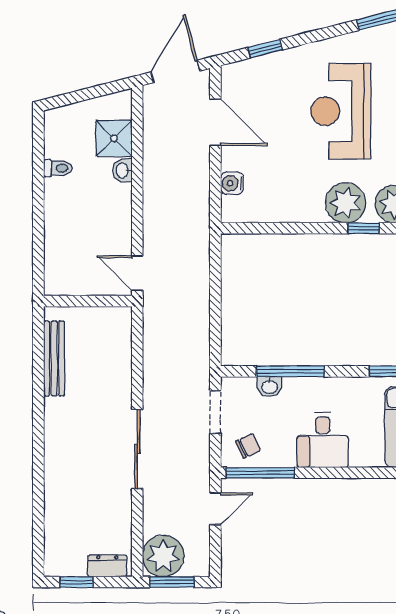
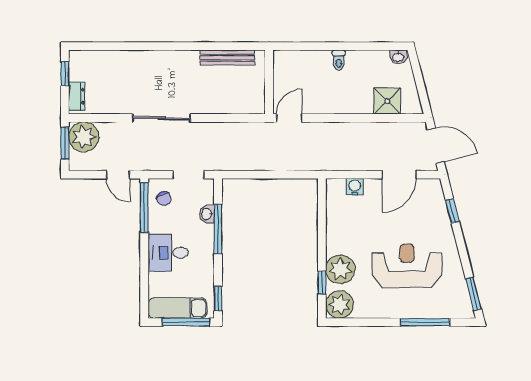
toilet: (58, 168) -> (339, 60), moved
washbasin: (123, 170) -> (398, 57), moved, turned 180

